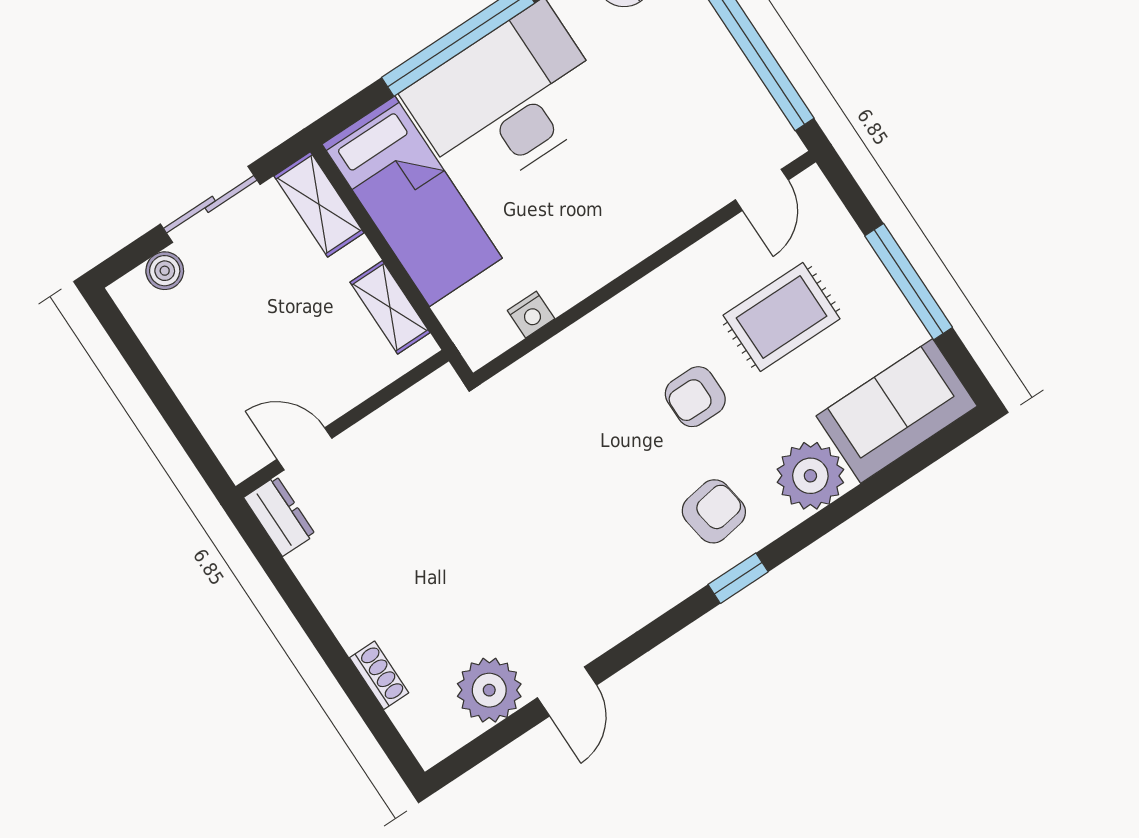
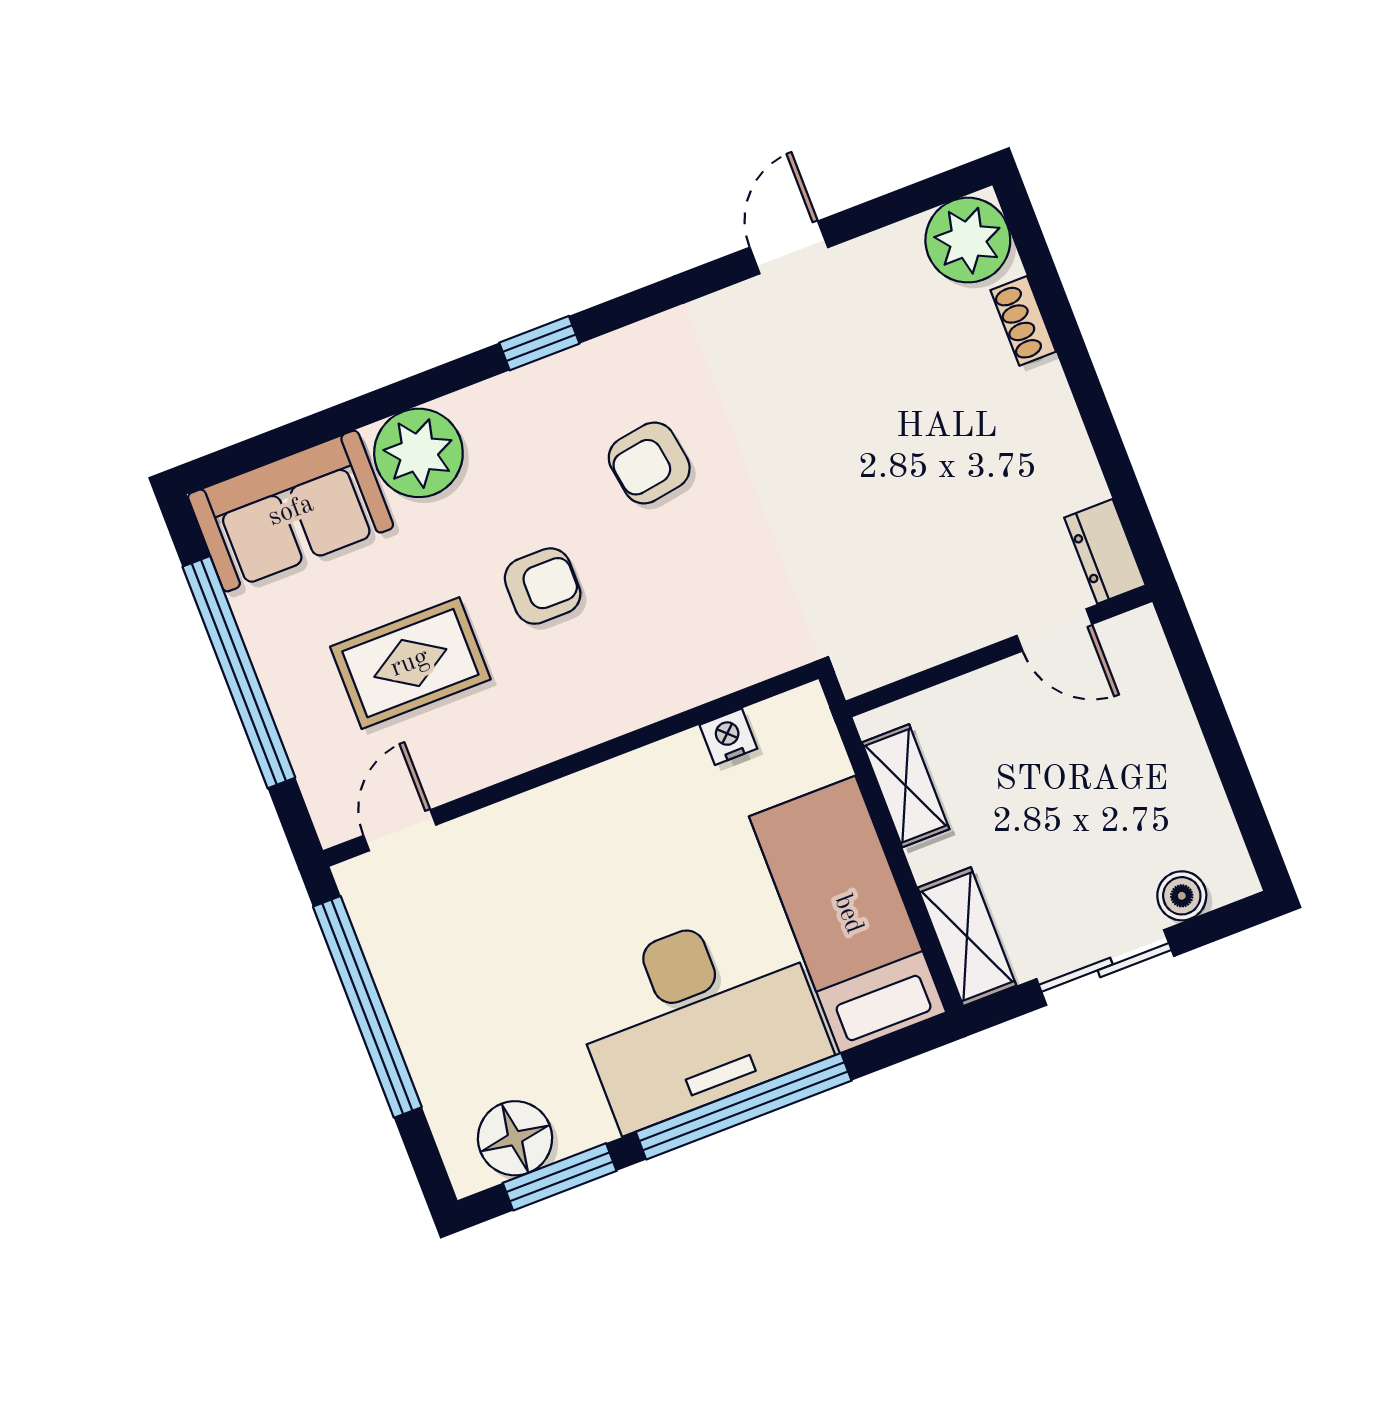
window: (909, 282) -> (239, 672), width x1.46
armchair: (714, 511) -> (649, 463), moved
plant: (489, 690) -> (968, 240), moved

